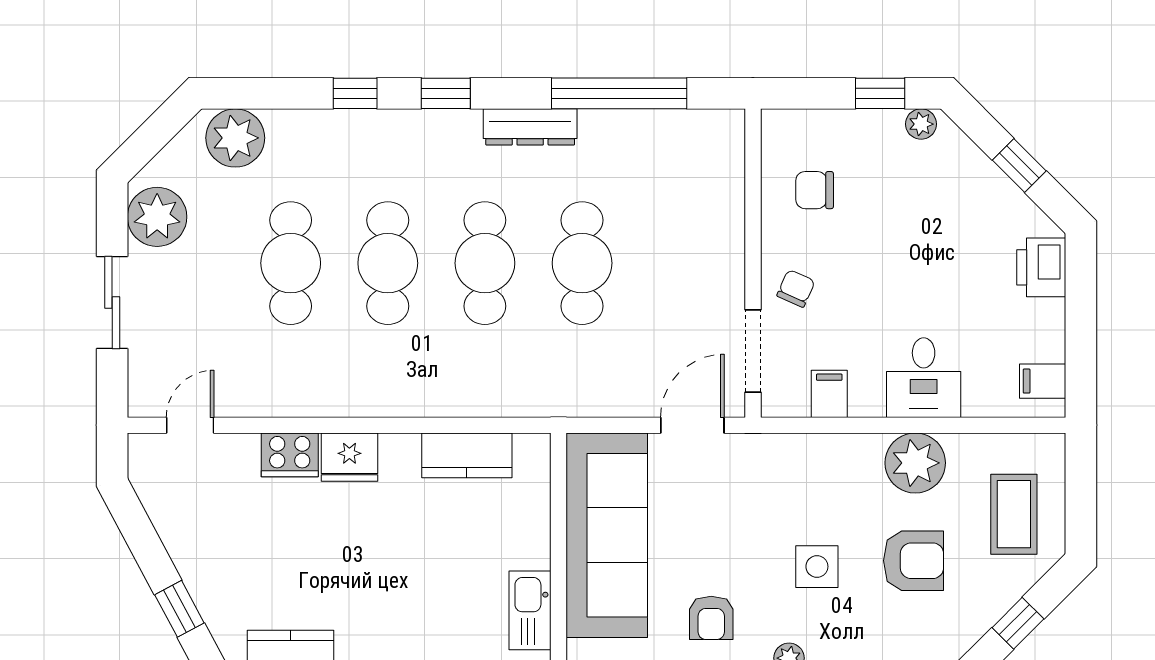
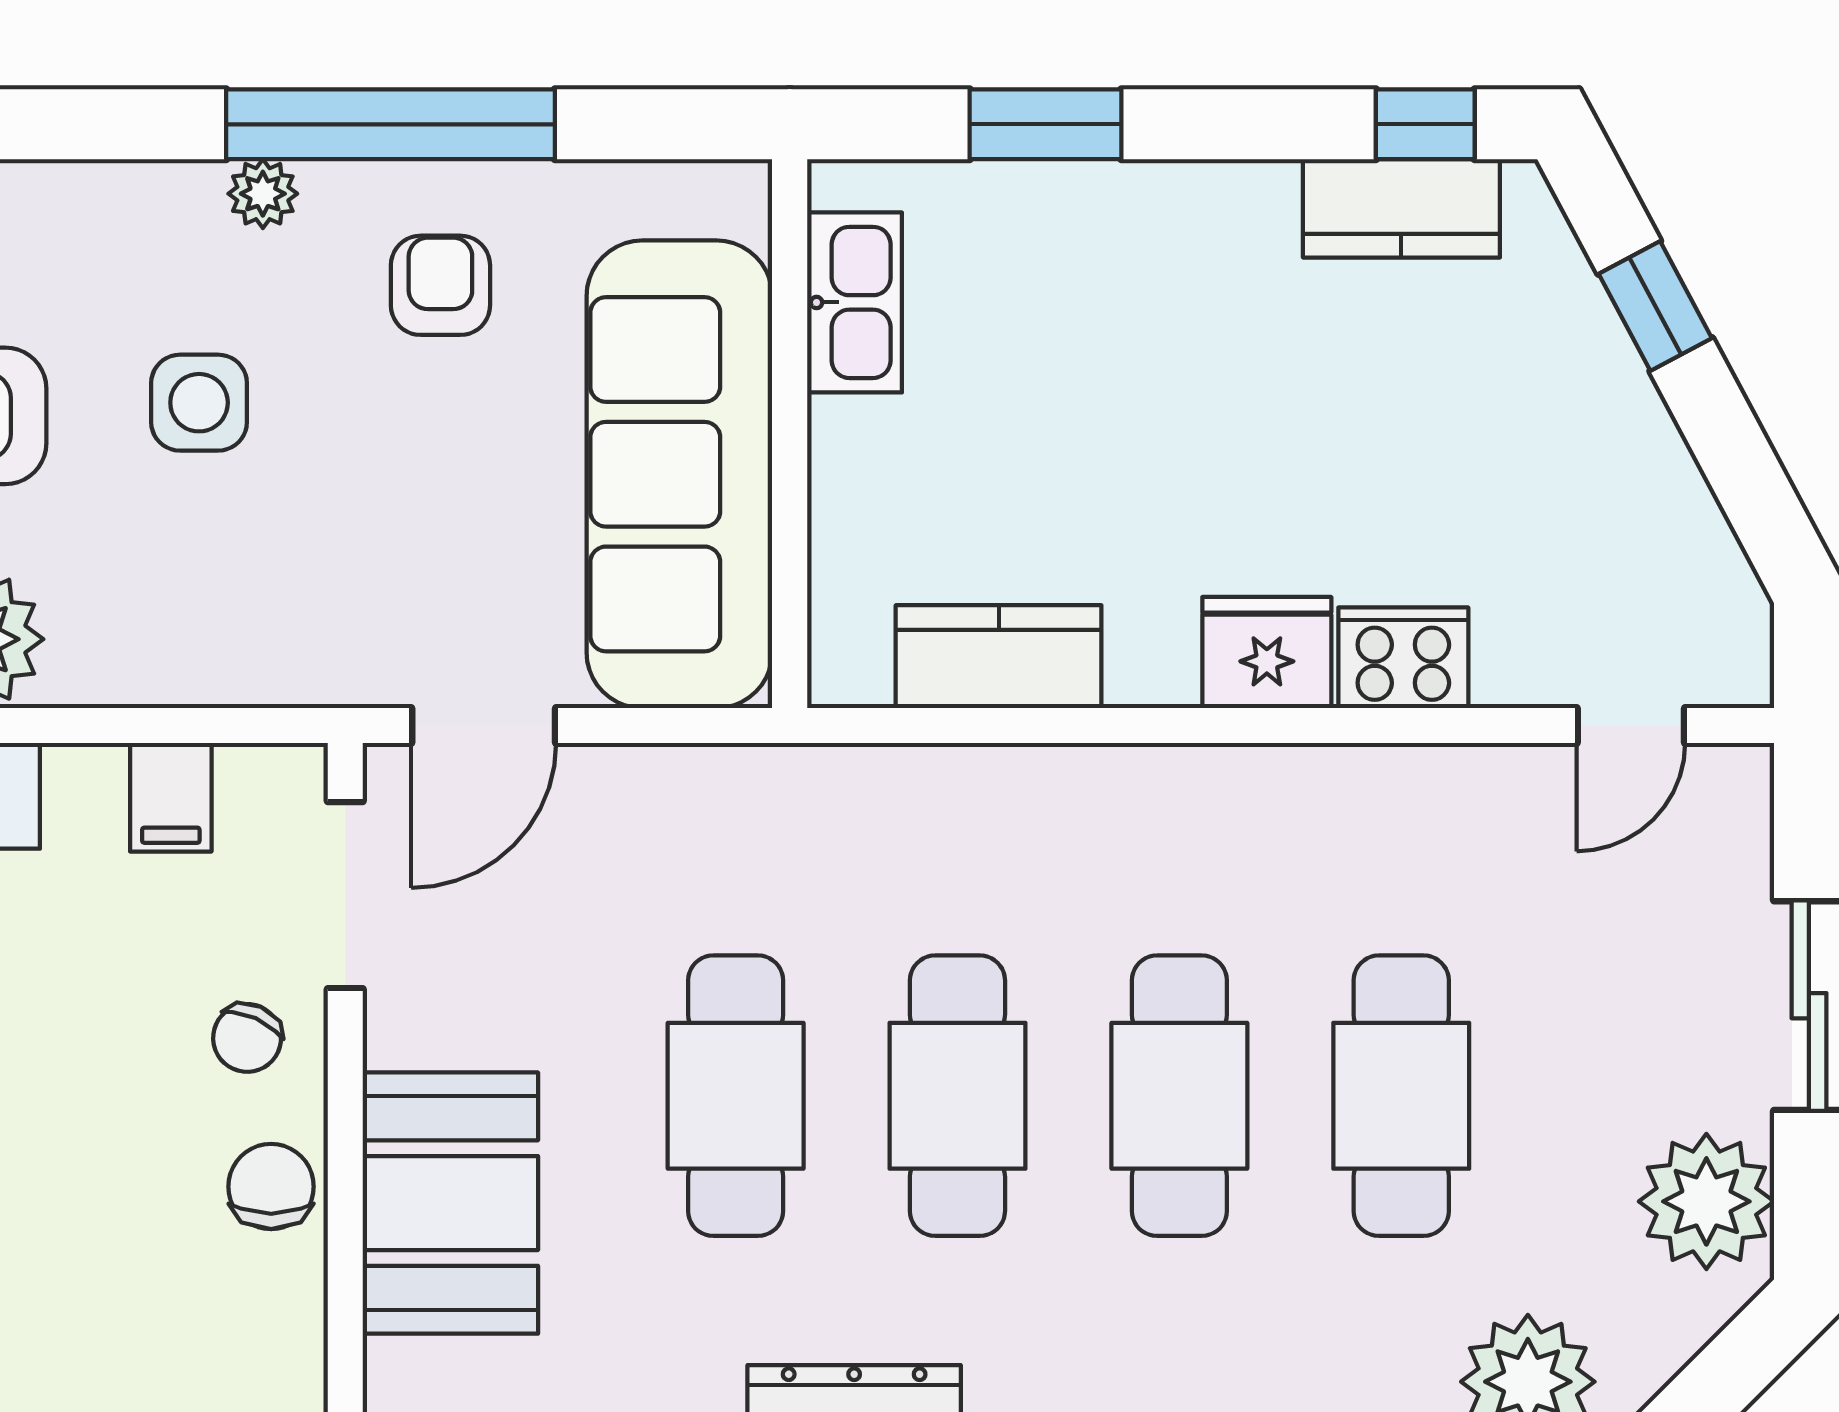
chair: (815, 190) -> (271, 1187), moved, turned -90
booth: (707, 216) -> (450, 1203), added

